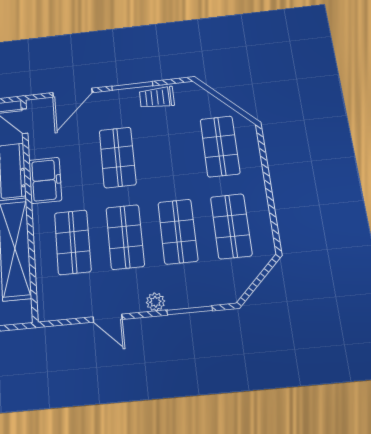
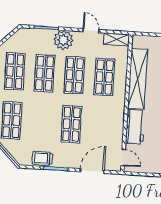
trolley: (157, 98) -> (42, 158), turned 180
freezer: (45, 180) -> (115, 117), removed
plant: (155, 302) -> (63, 40), width x1.88, depth x1.88
shelving: (60, 310) -> (116, 39), added

